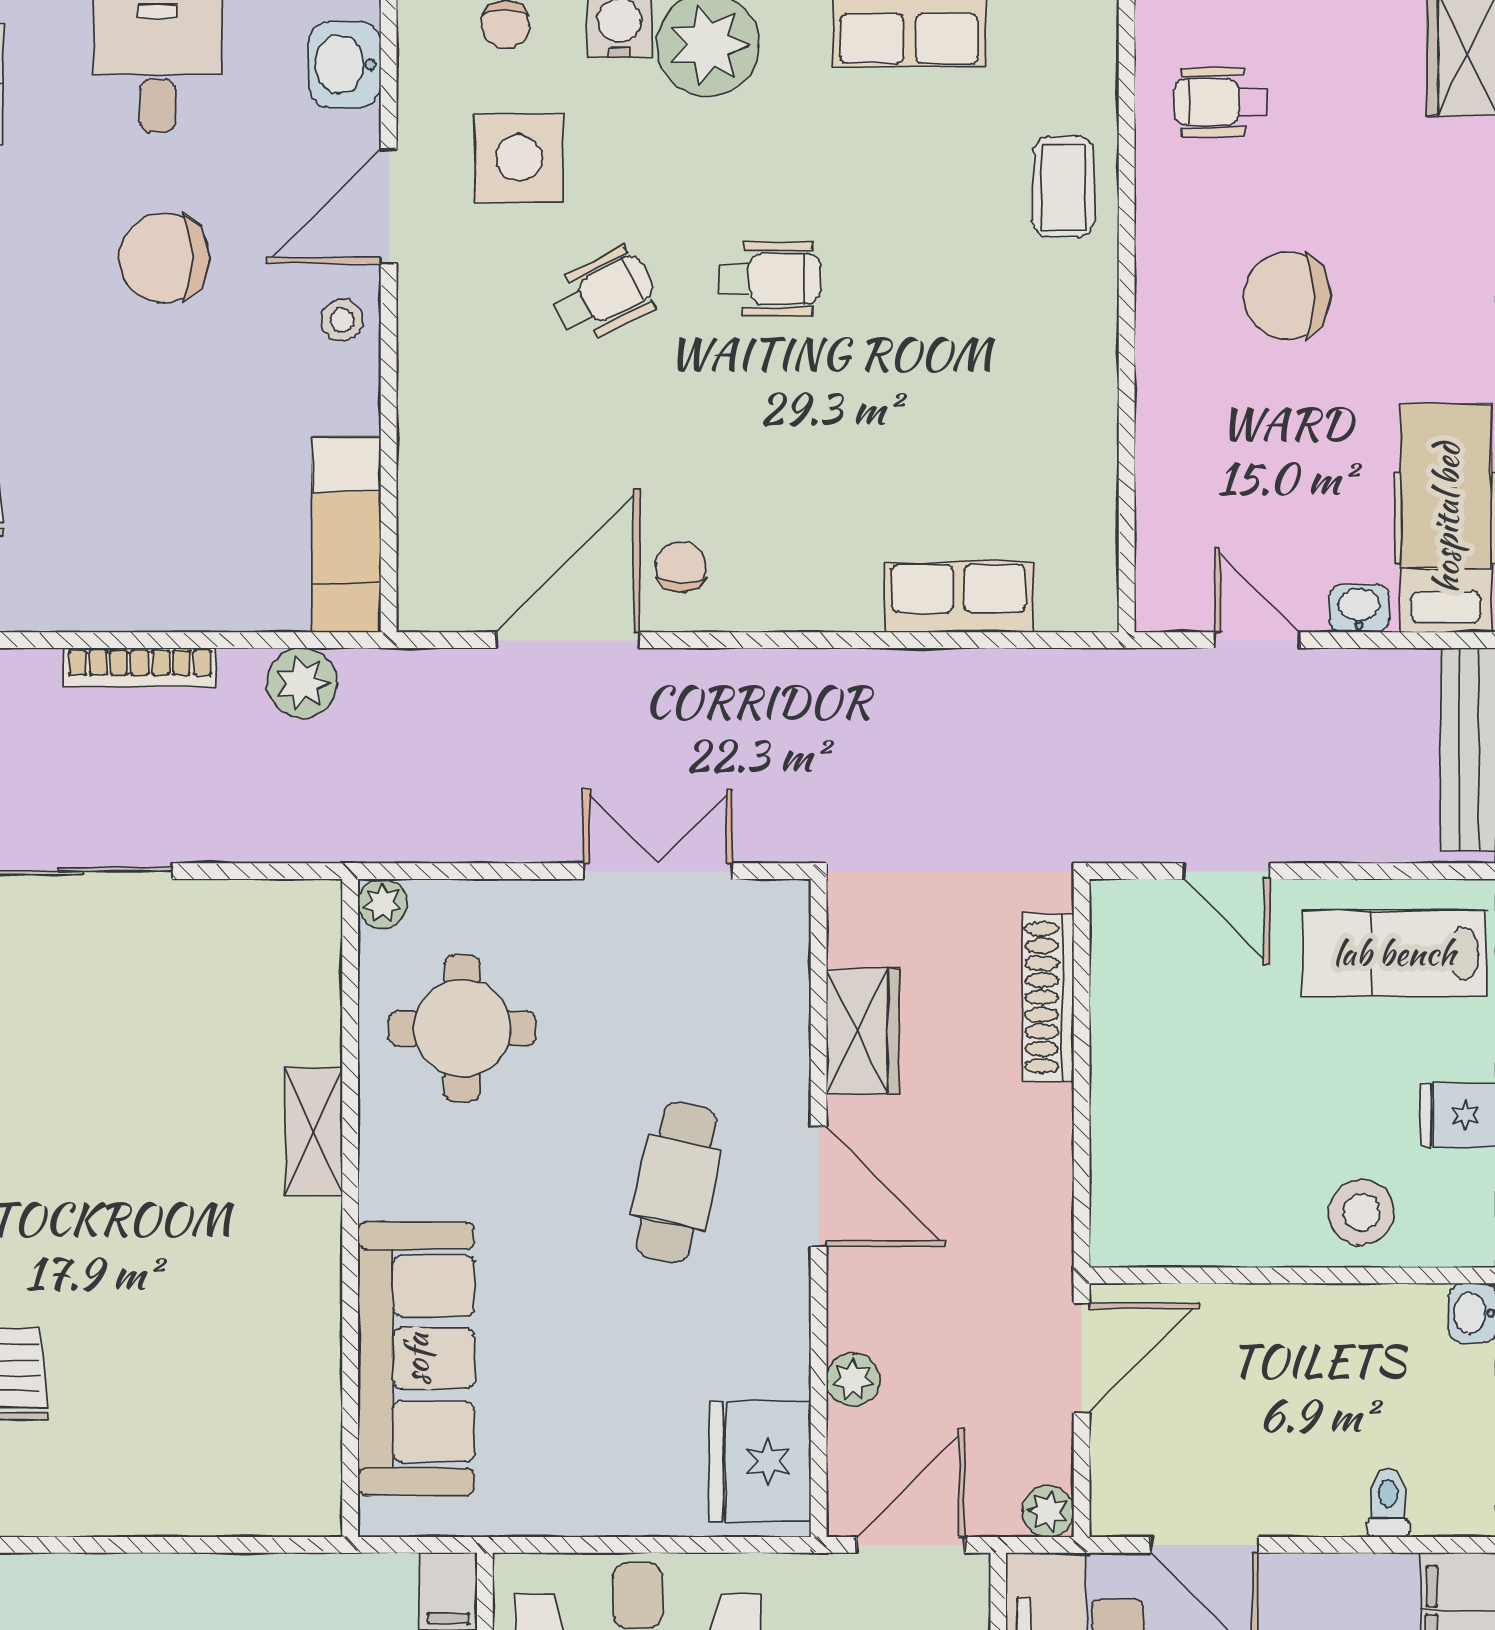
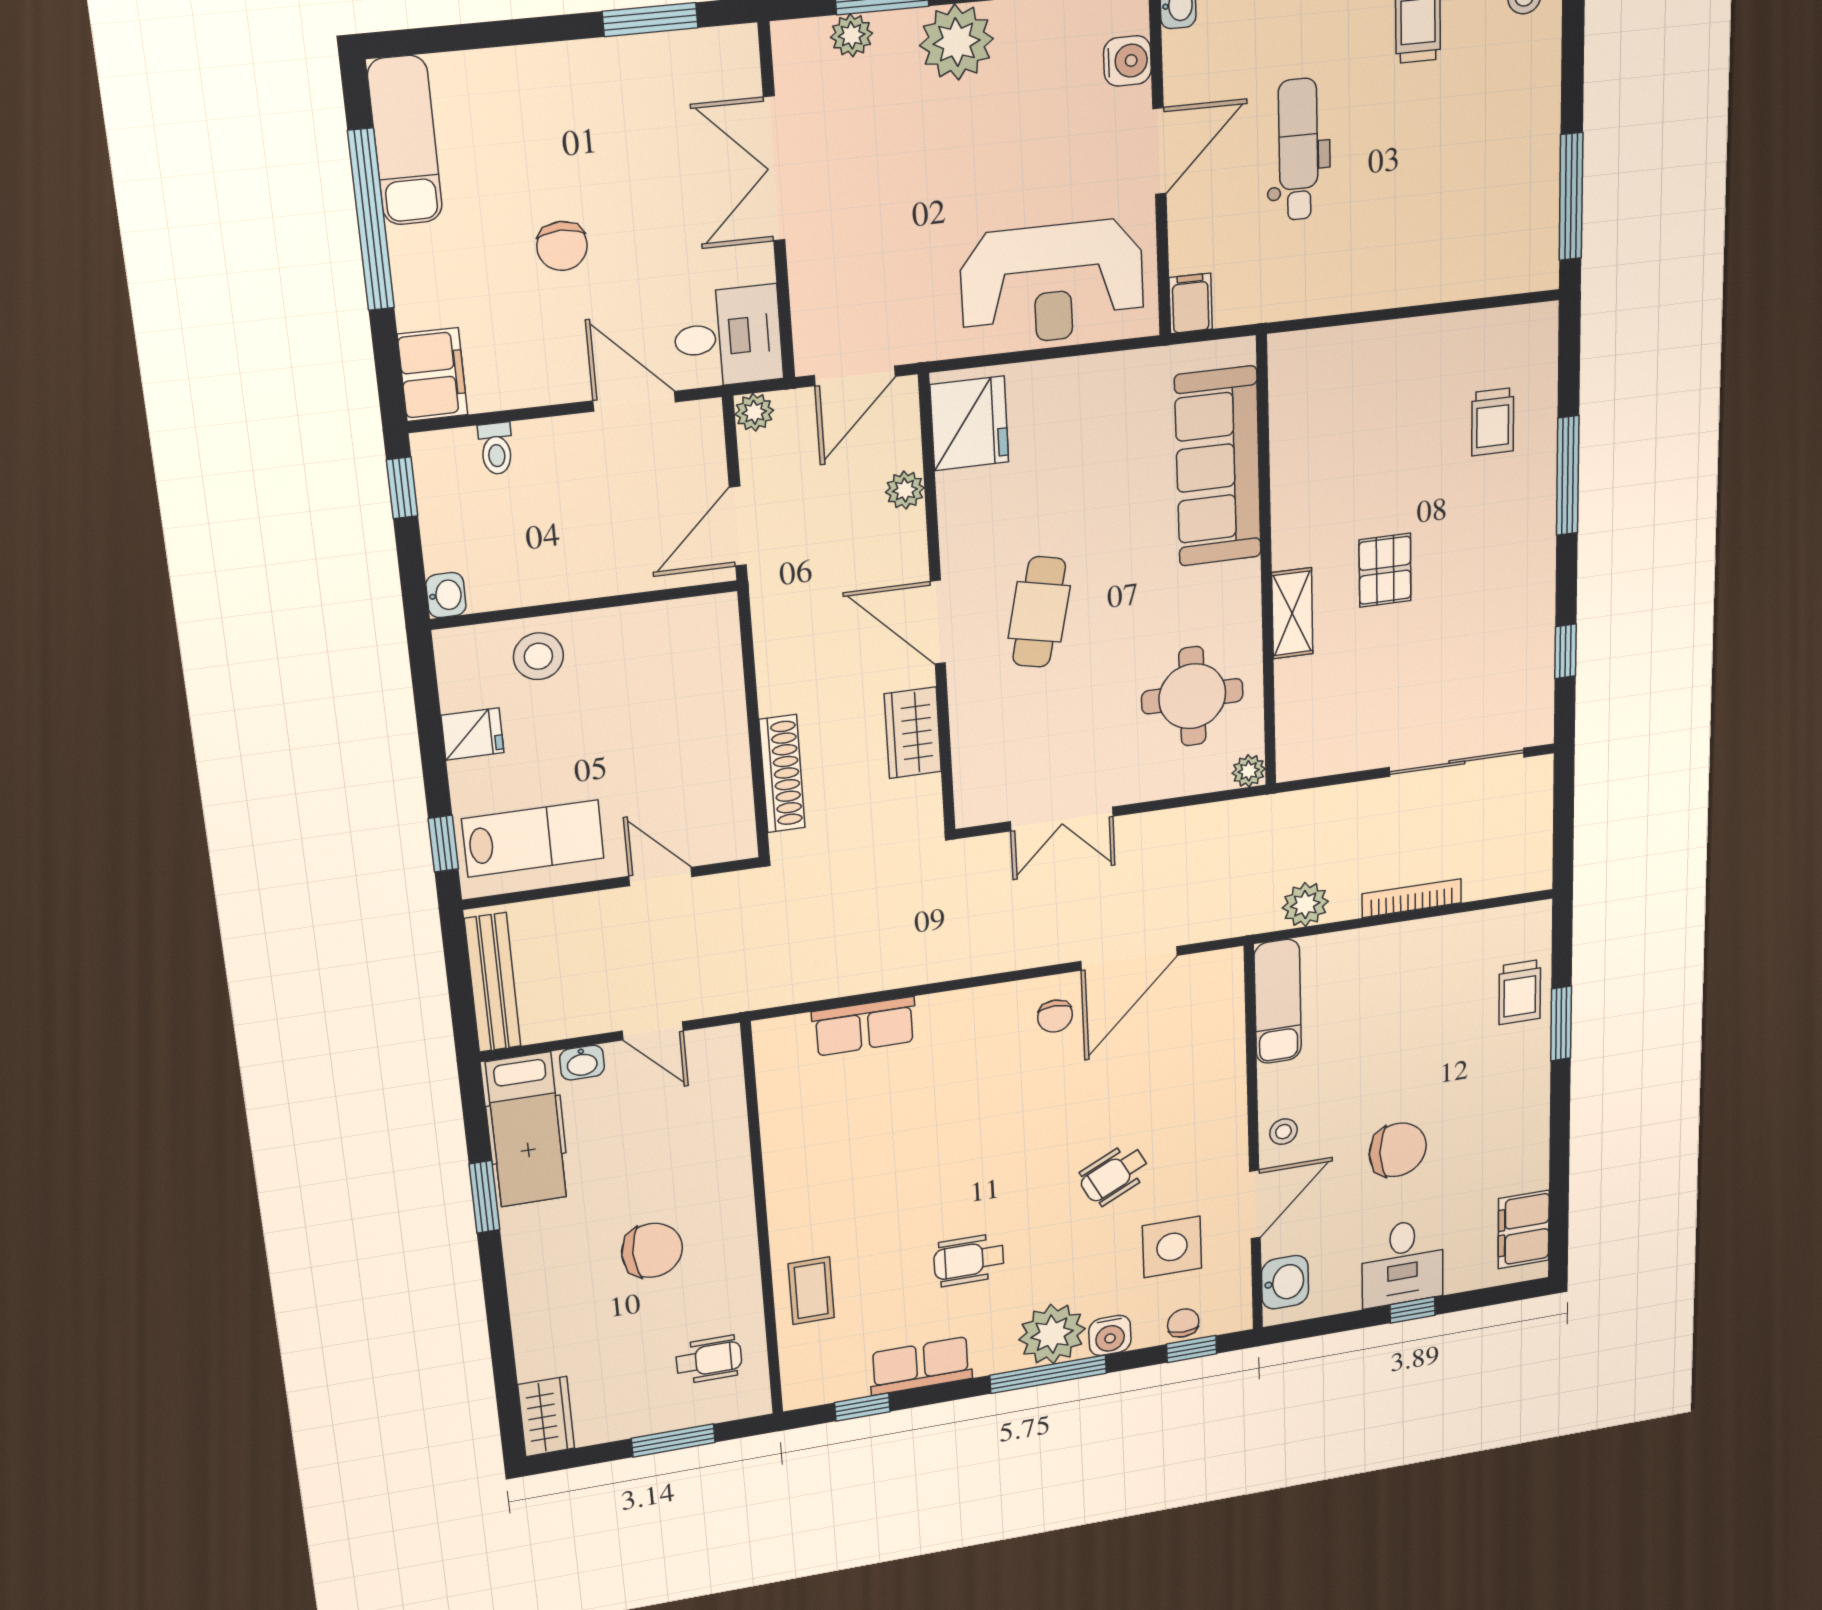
wheelchair: (769, 279) -> (969, 1260), moved
pallet: (177, 1177) -> (1385, 570), added

